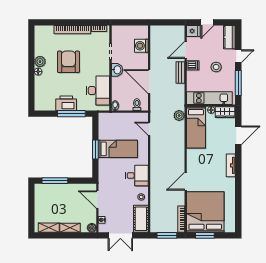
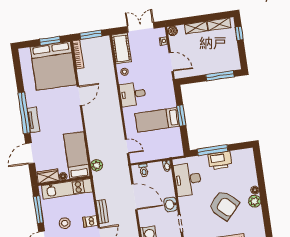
armchair: (68, 62) -> (224, 205), turned -48
window: (238, 173) -> (24, 113), added
window: (31, 217) -> (239, 33), added

